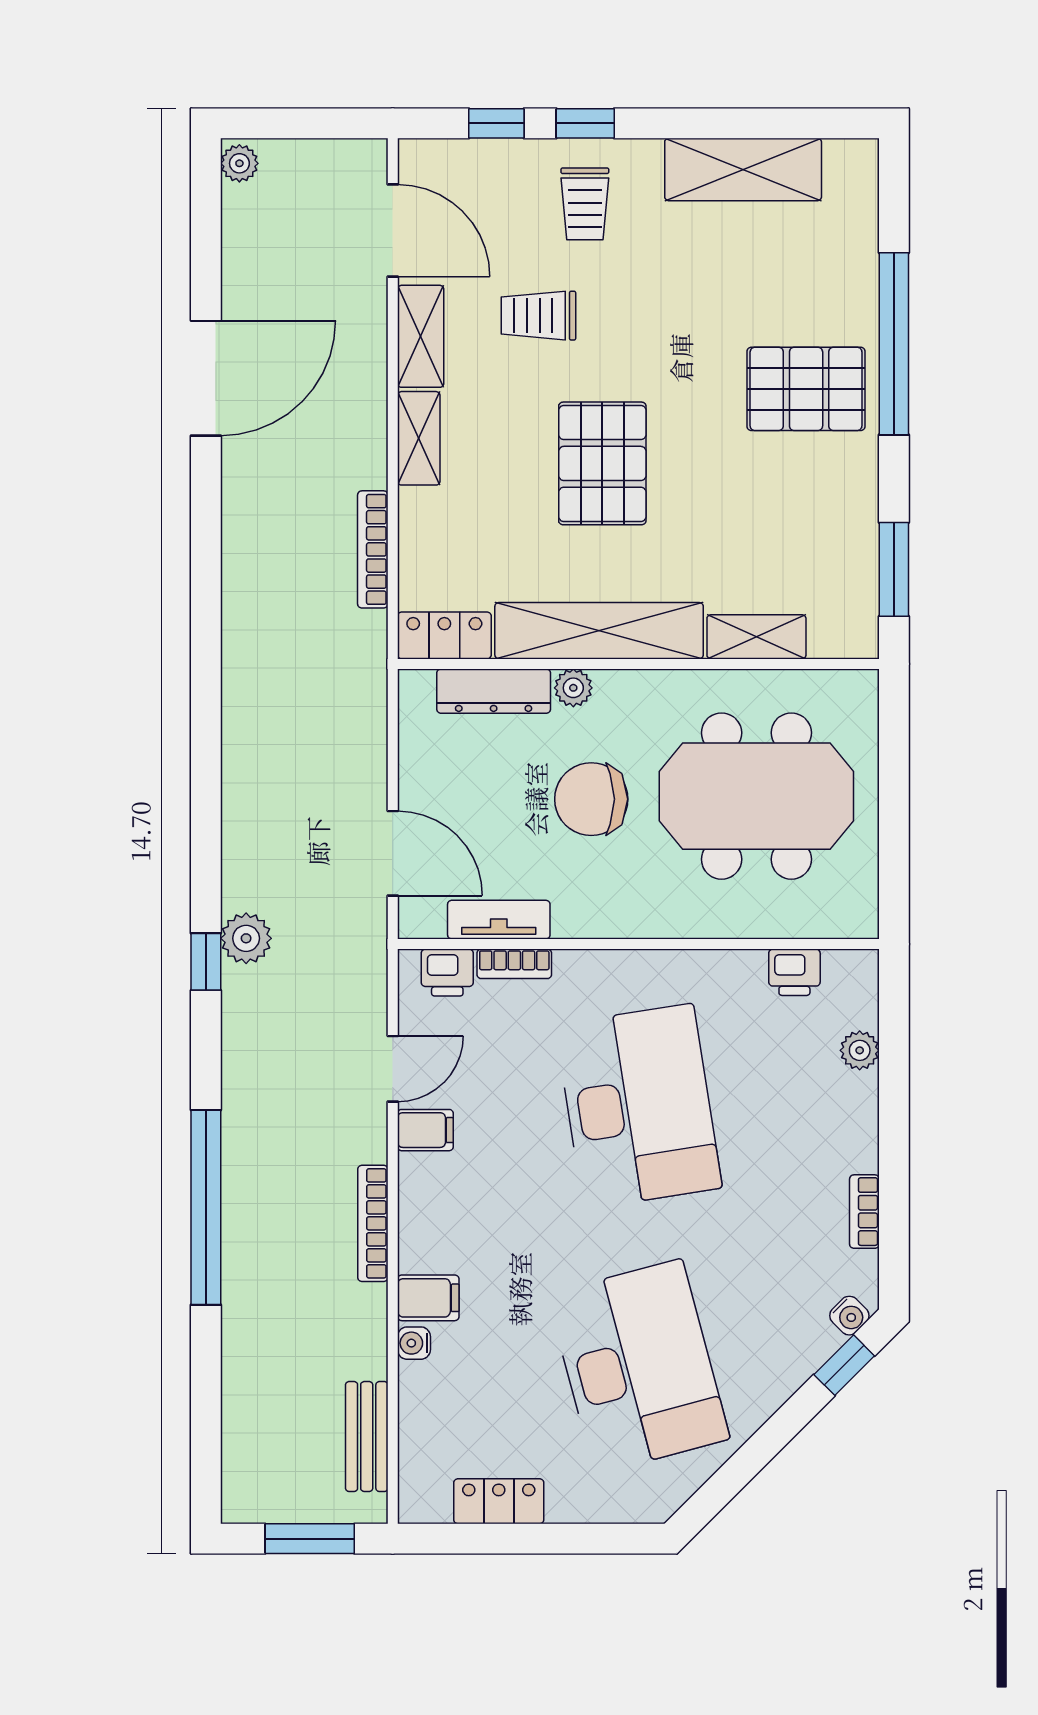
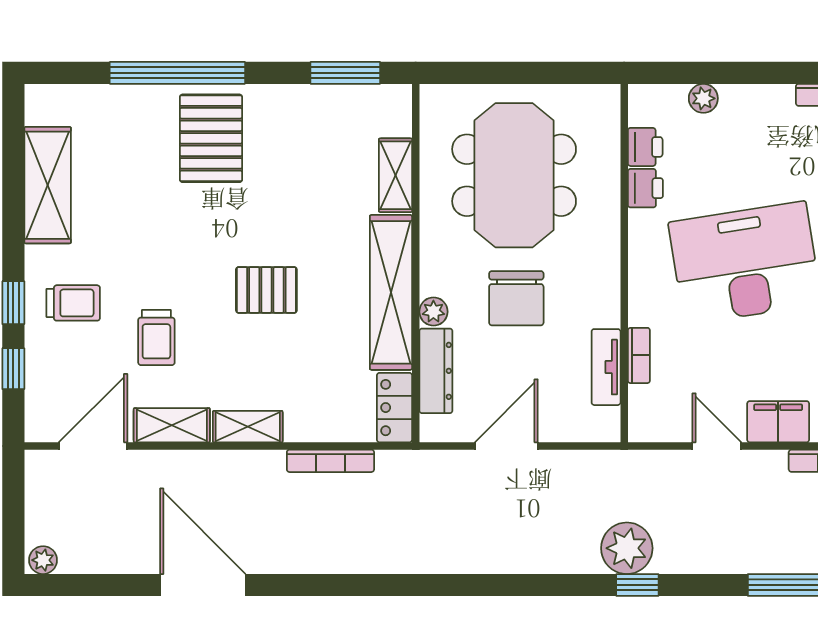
pallet: (602, 463) -> (266, 290), width x0.67, depth x0.71
door: (393, 853) -> (506, 446), moved
plant: (246, 938) -> (627, 548), width x1.36, depth x1.36
printer: (447, 973) -> (645, 188), moved
filing cabinet: (425, 1130) -> (778, 422), width x2.00

